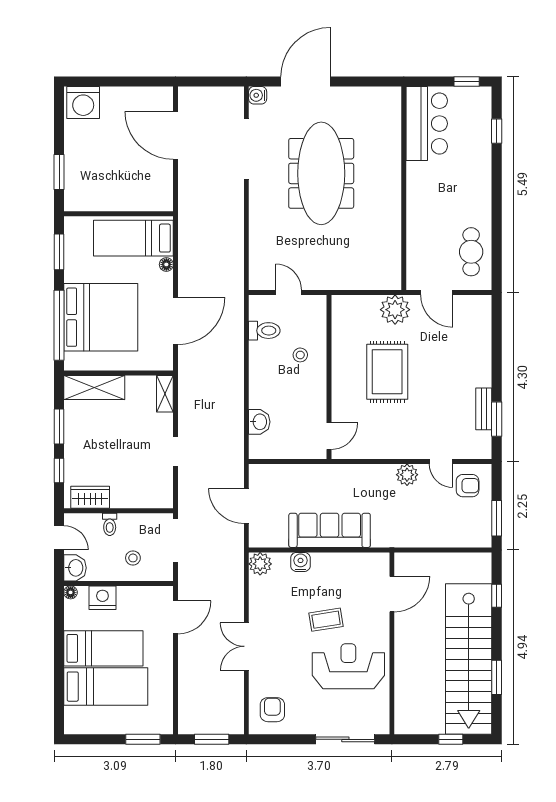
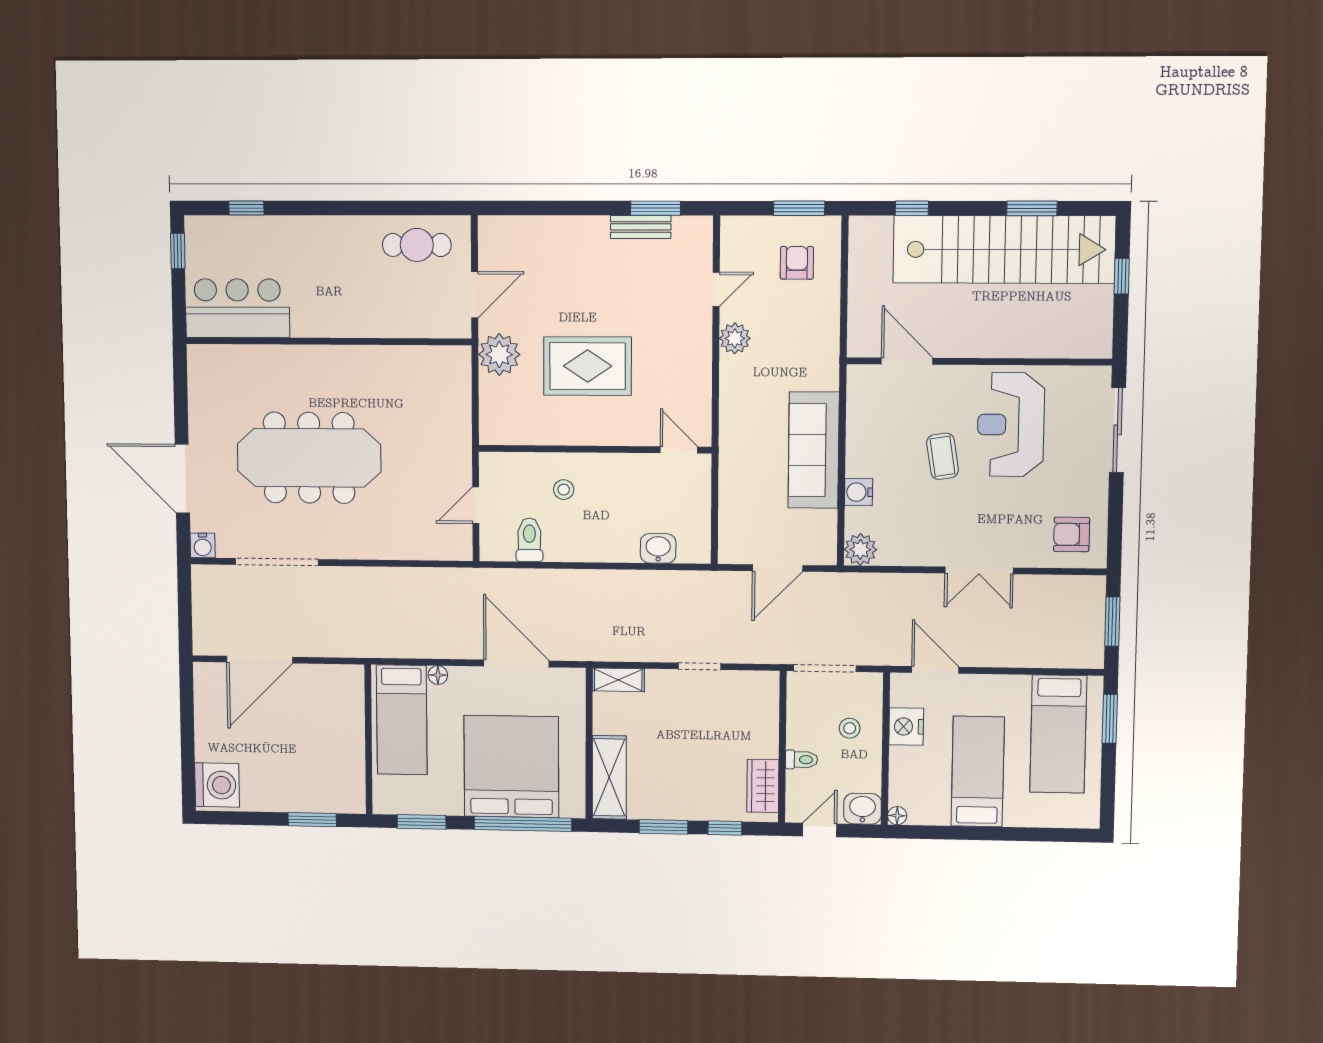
armchair: (468, 486) -> (797, 263), moved
nightstand: (102, 598) -> (906, 727), moved
bed: (106, 687) -> (1058, 734), moved, turned 180

